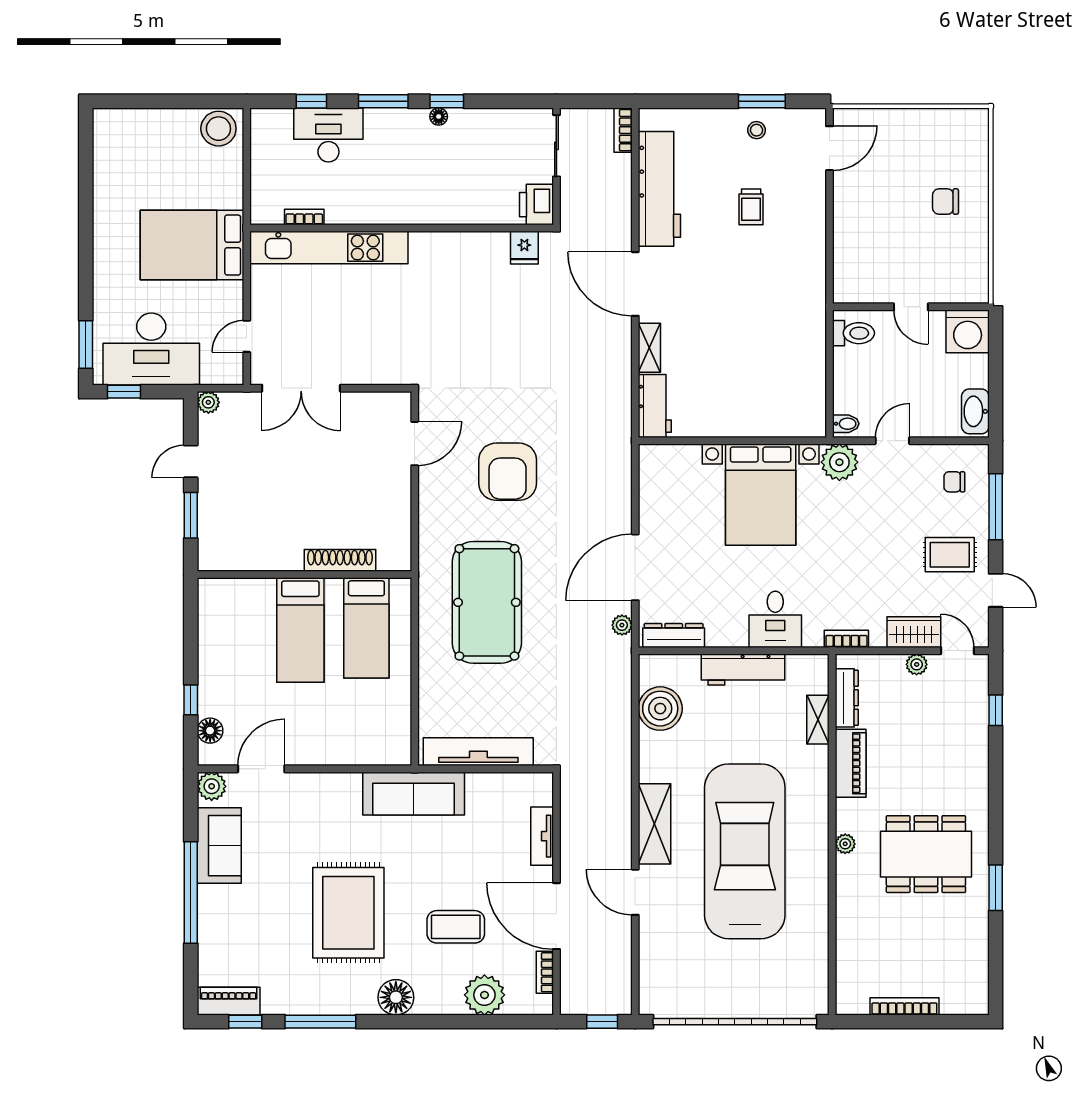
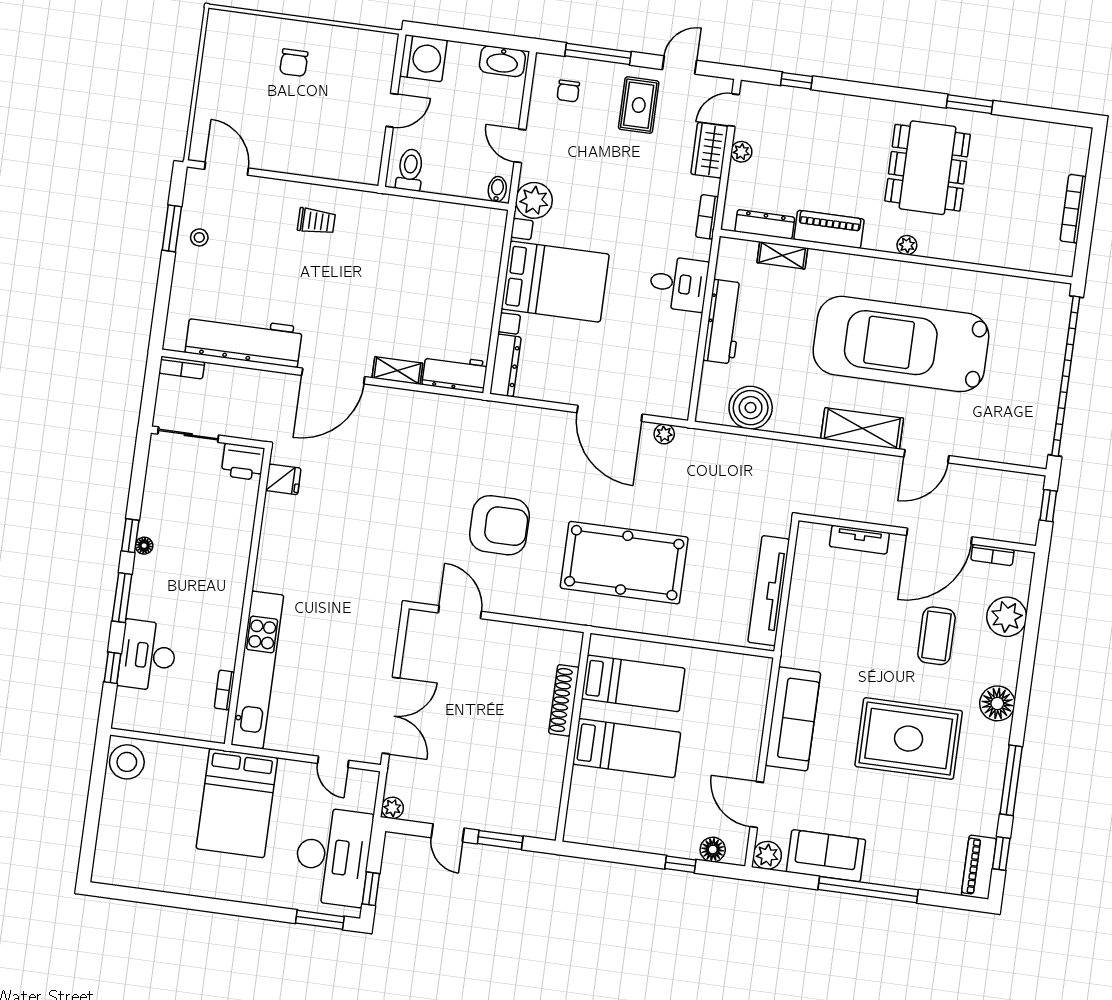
trolley: (751, 207) -> (316, 221), moved
dresser: (674, 636) -> (505, 365), moved, turned 180
sofa: (414, 794) -> (793, 719), moved

